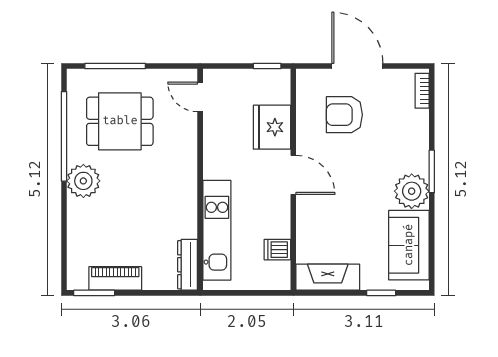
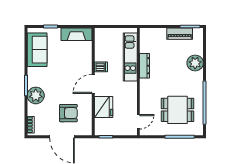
door: (200, 97) -> (138, 122), hinge flipped
door: (293, 175) -> (93, 84), hinge flipped
plant: (83, 181) -> (195, 63), moved
plant: (412, 191) -> (36, 95), moved
dishwasher: (277, 250) -> (101, 67), moved
dresser: (188, 265) -> (145, 66), moved

